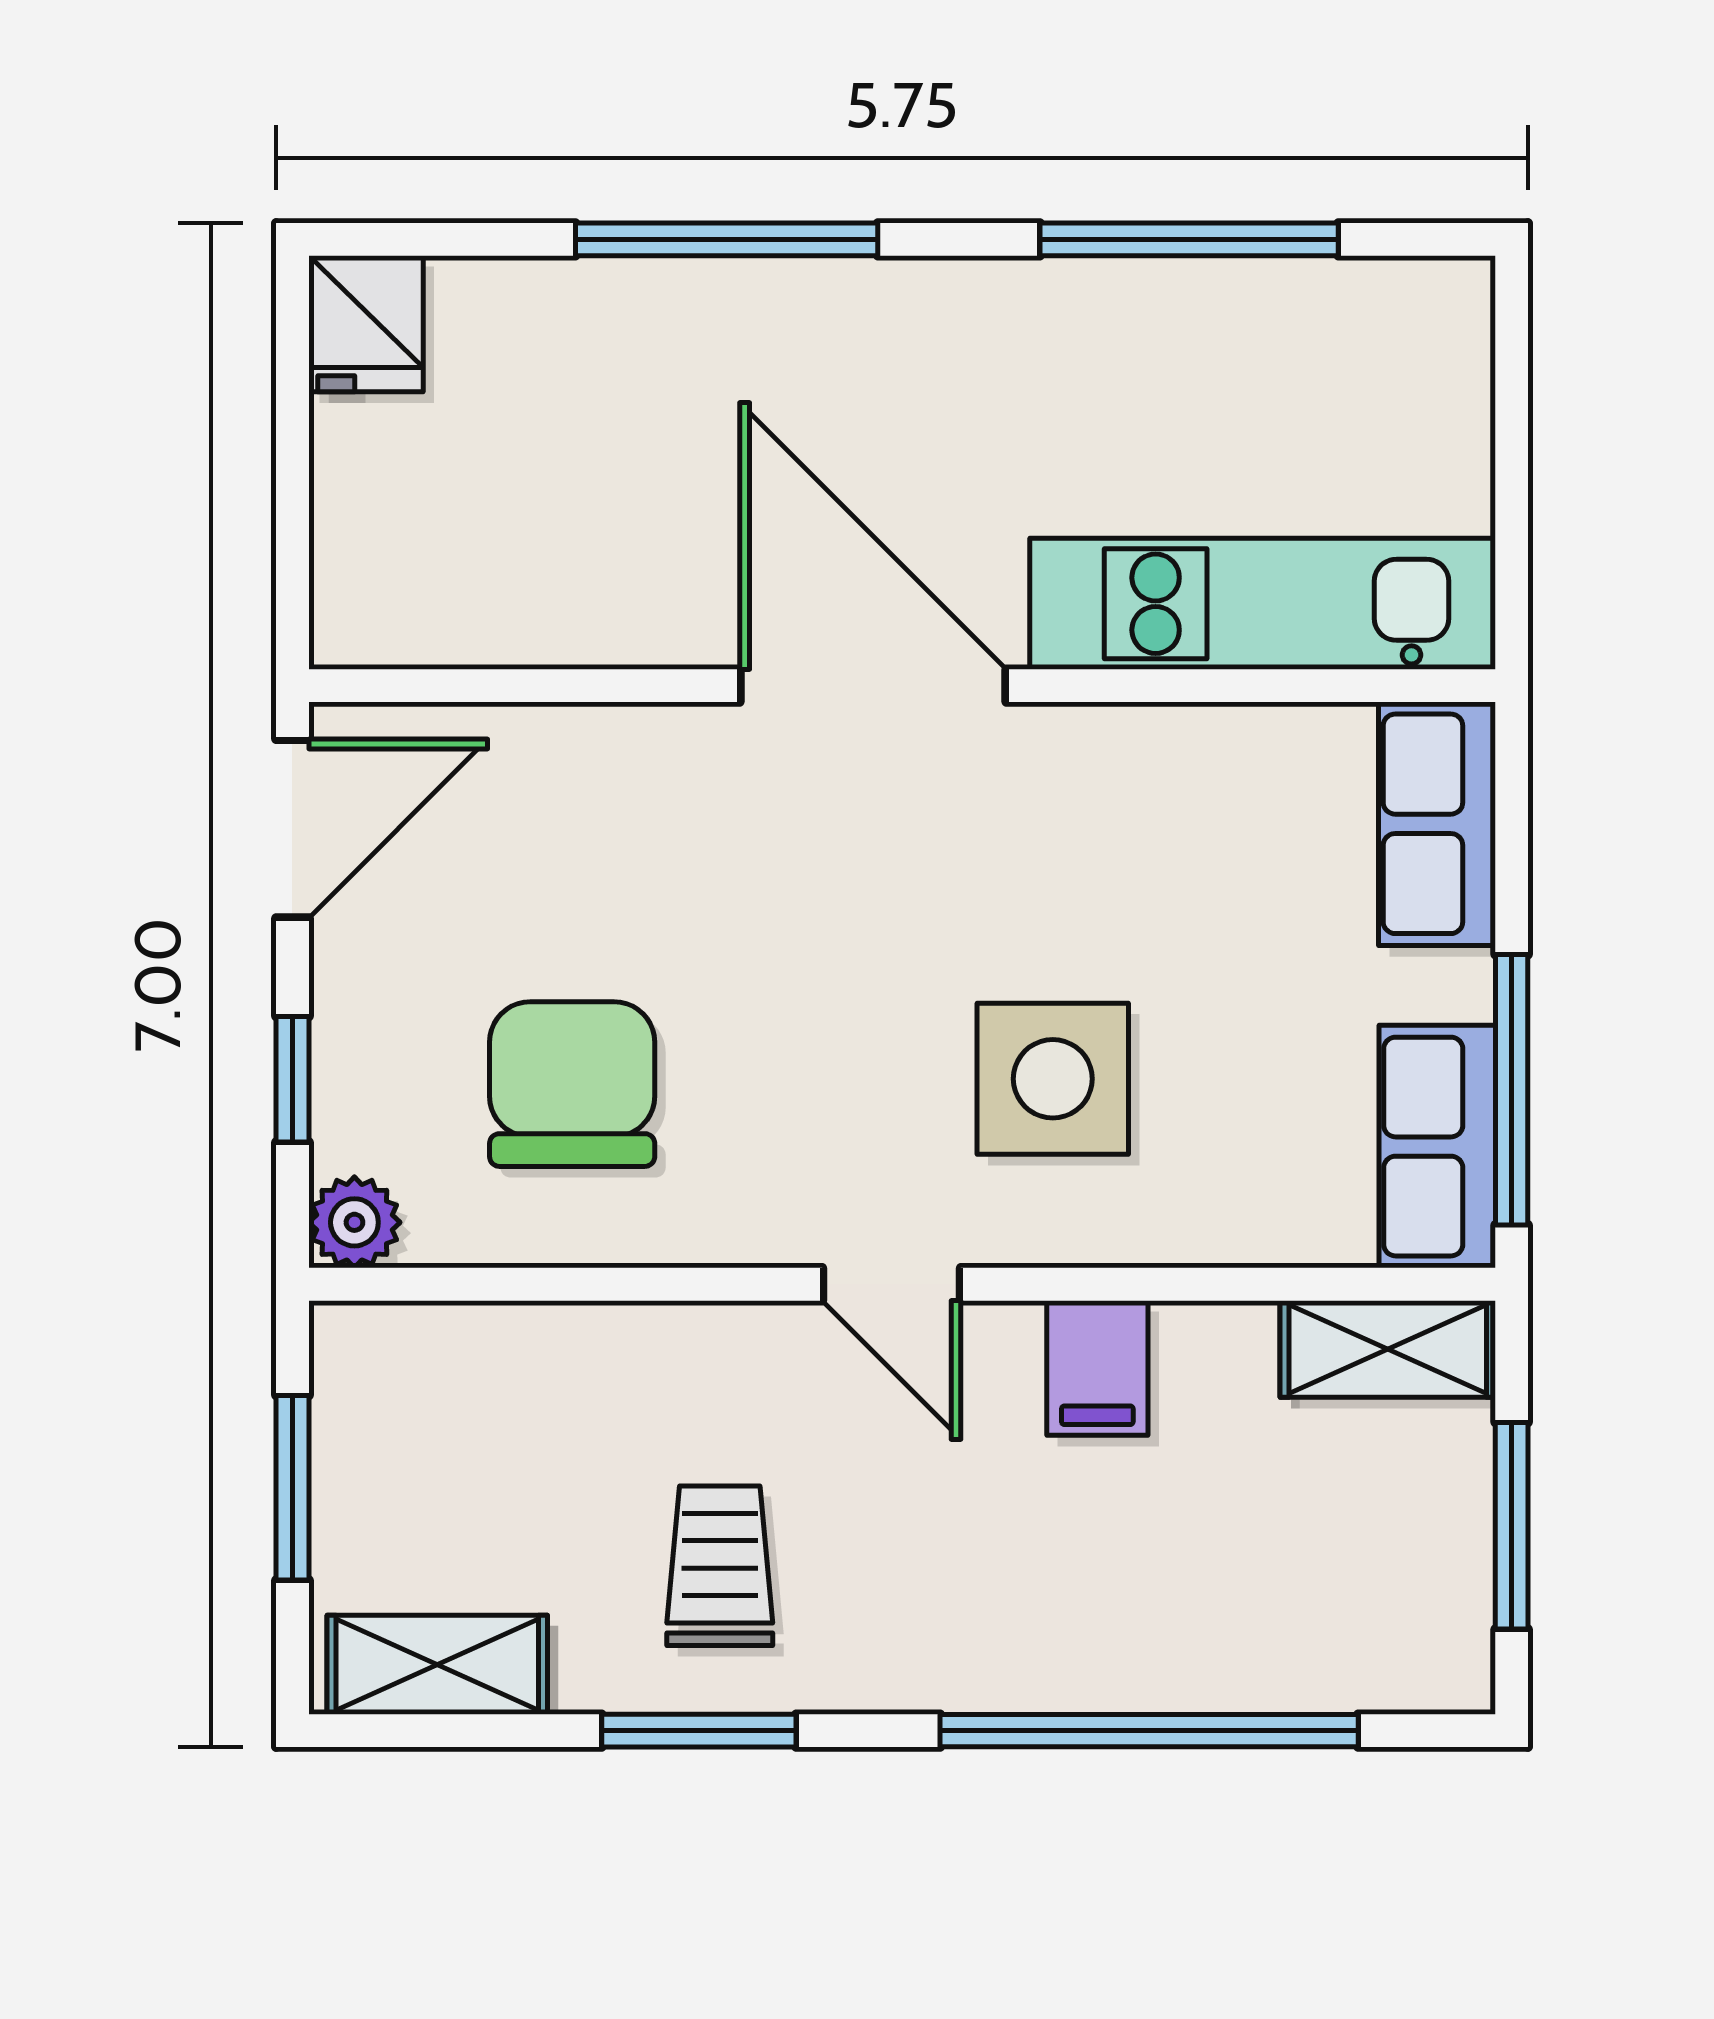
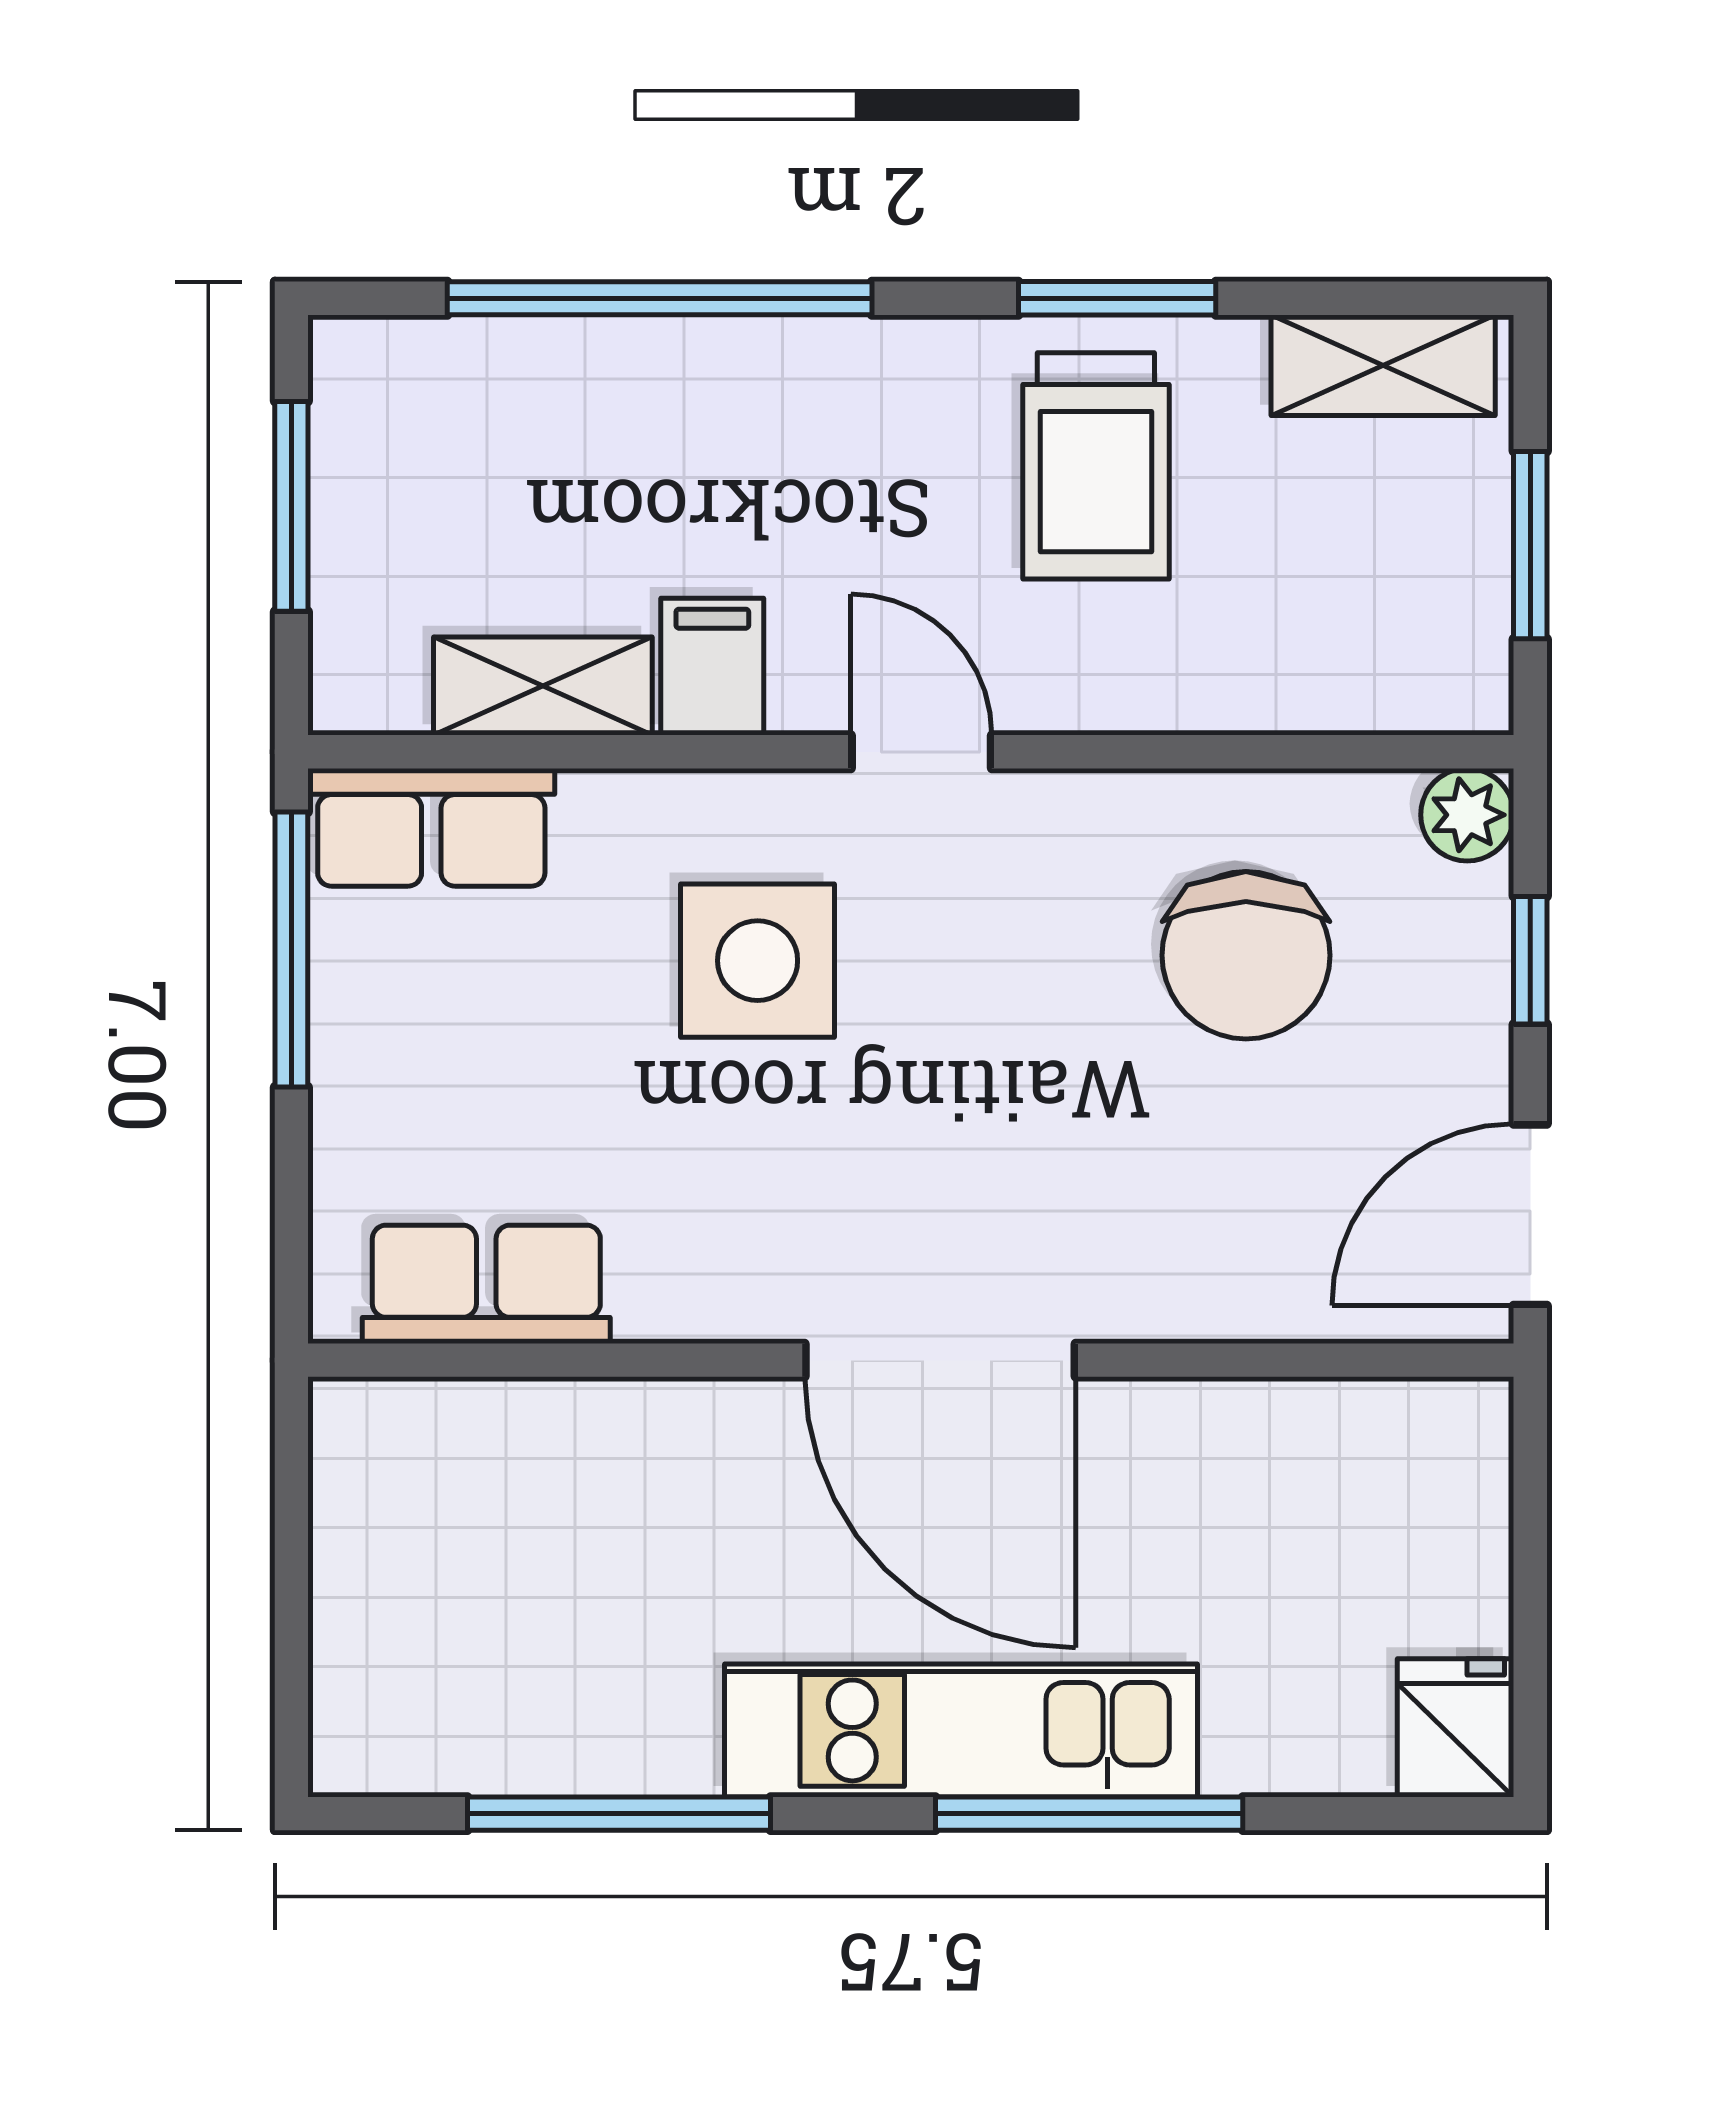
kitchen unit: (1263, 604) -> (961, 1730), moved, turned 180
row of seats: (1437, 824) -> (486, 1284), moved, turned -90
row of seats: (1437, 1147) -> (431, 827), moved, turned 90
shelving: (1388, 1349) -> (543, 686), moved
trolley: (720, 1566) -> (1096, 466), width x1.36, depth x1.39

